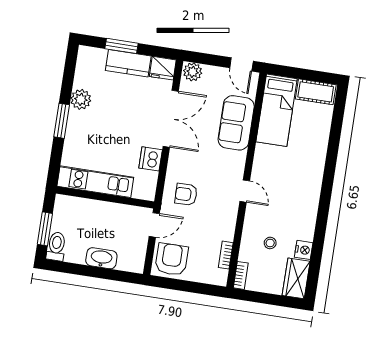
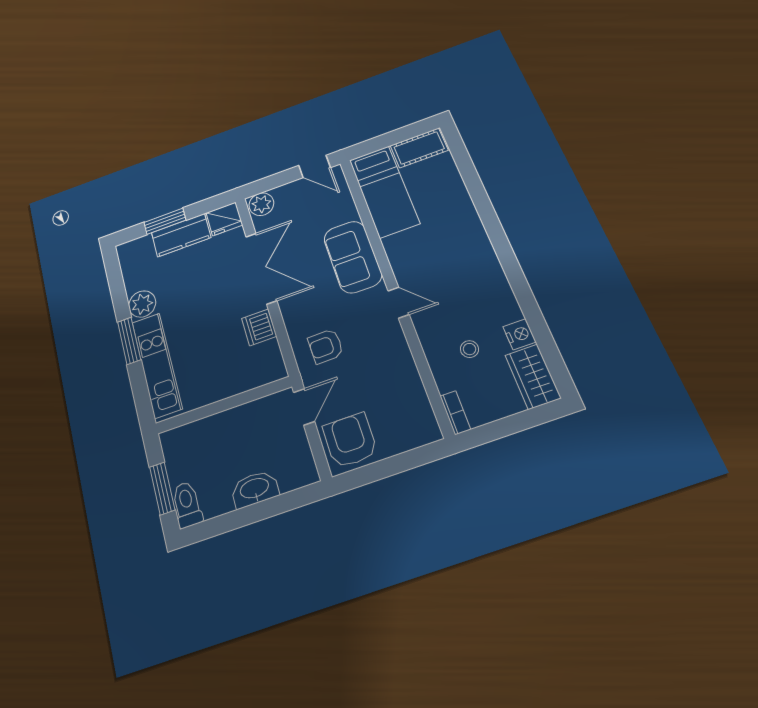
sofa: (236, 123) -> (353, 257), moved
kitchen unit: (95, 182) -> (157, 365), moved, turned 90
bookcase: (226, 255) -> (420, 396), removed

